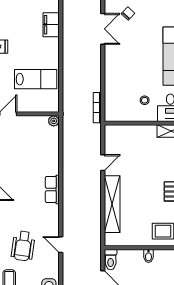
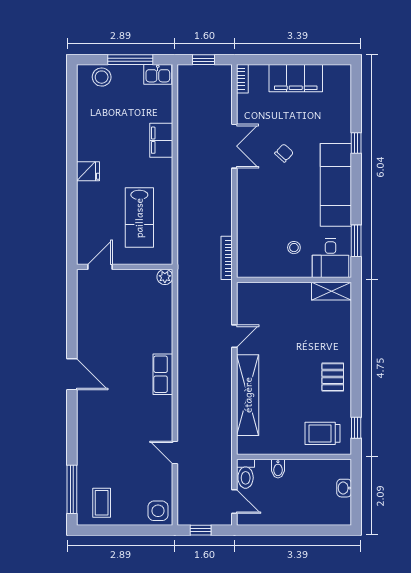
chair: (128, 14) -> (284, 153), moved
lab bench: (36, 79) -> (139, 218), turned 90
wheelchair: (23, 246) -> (121, 455), removed
bidet: (148, 256) -> (278, 469), moved

